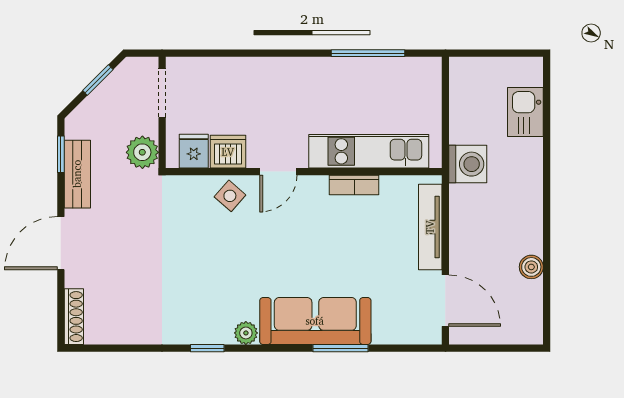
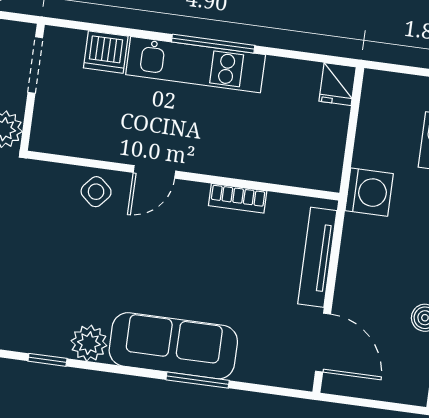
window: (368, 53) -> (213, 44), moved
fridge: (194, 151) -> (338, 84), moved, turned 180
kitchen unit: (369, 151) -> (196, 65), moved, turned 180
dishwasher: (228, 152) -> (106, 52), moved, turned 180
plant: (246, 333) -> (89, 343), width x1.38, depth x1.38

